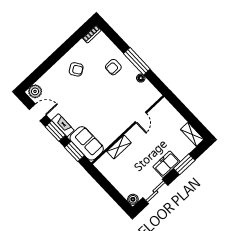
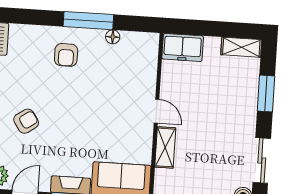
armchair: (76, 69) -> (26, 121), moved
door: (141, 118) -> (157, 111), moved
freezer: (167, 164) -> (183, 47), moved, turned -90

